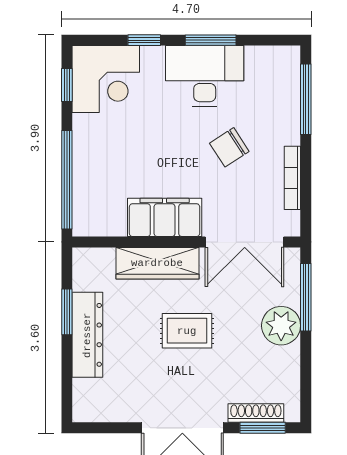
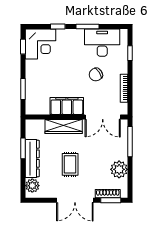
desk: (205, 76) -> (102, 43), moved
window: (306, 99) -> (130, 53), width x0.46
window: (67, 180) -> (23, 89), width x0.47
plant: (281, 326) -> (119, 169), moved
rug: (187, 331) -> (70, 164), moved, turned 90
plant: (88, 395) -> (32, 186), added

